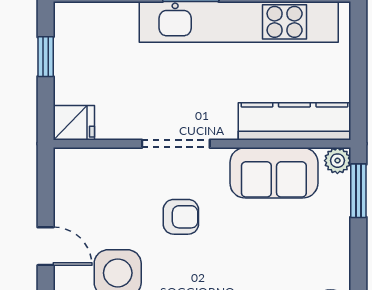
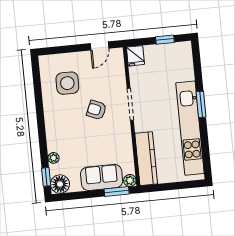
sofa: (274, 173) -> (102, 177), moved, turned 90
armchair: (181, 217) -> (96, 110), turned 113
door: (46, 246) -> (99, 46), moved

